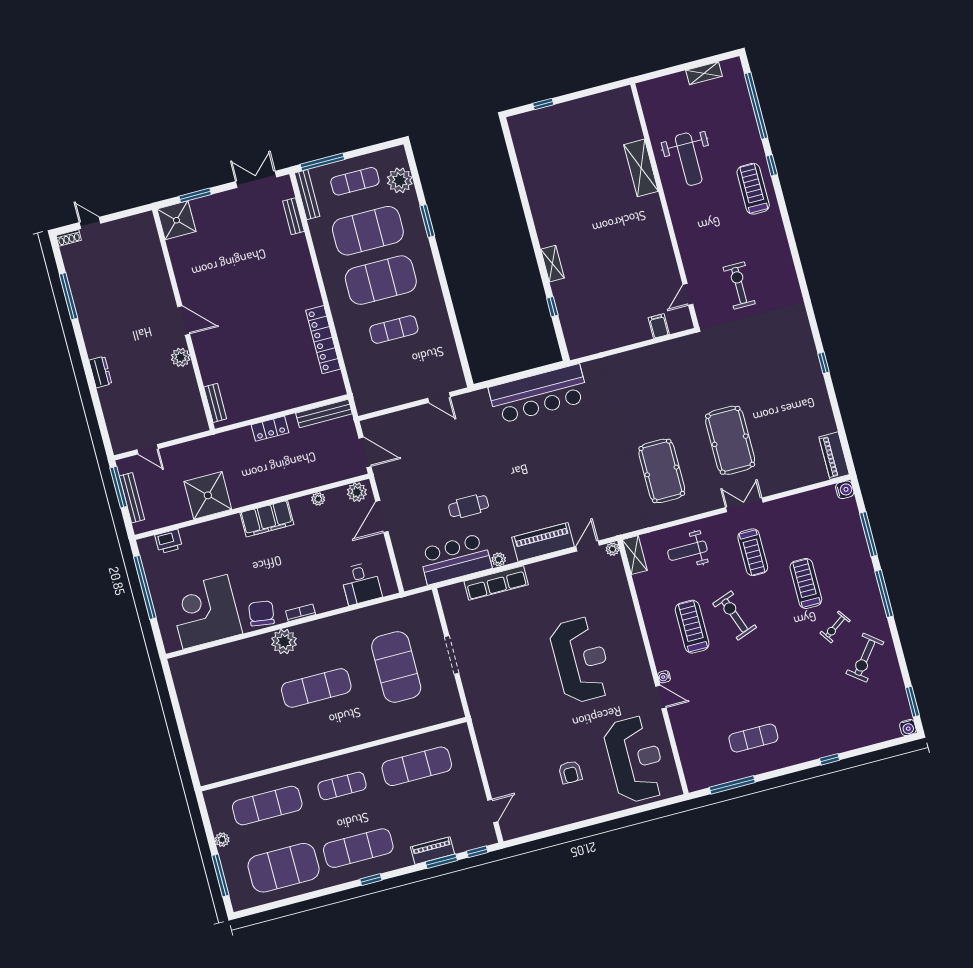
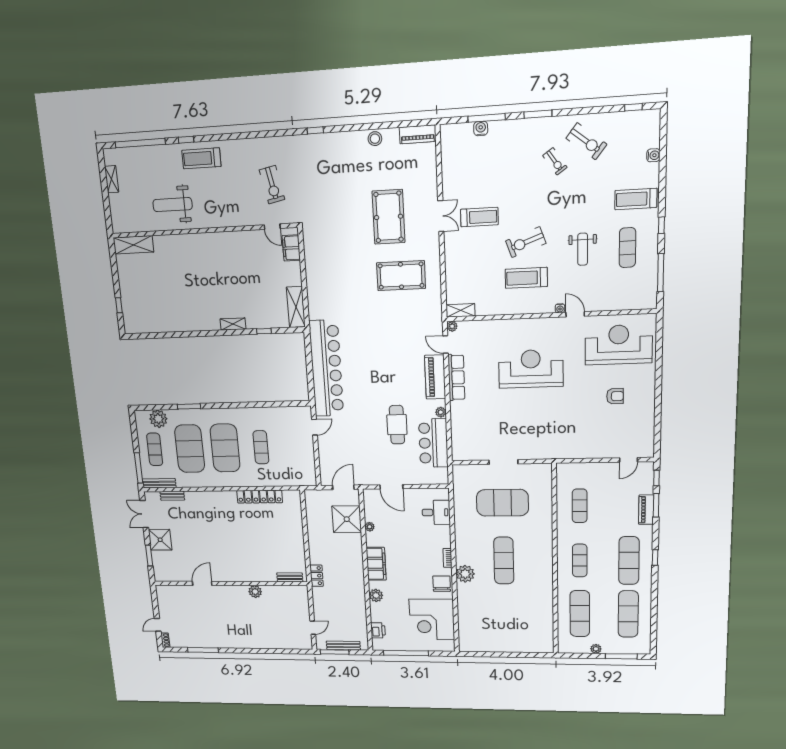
weight bench: (689, 159) -> (173, 205), turned 180
shelving: (641, 168) -> (133, 245), moved
shower: (176, 220) -> (160, 540), moved
exercise bike: (739, 285) -> (272, 185), turned -102
door: (184, 320) -> (202, 583), moved
filing cabinet: (659, 326) -> (291, 248), width x2.00
shelving: (593, 343) -> (296, 307), added
window: (823, 363) -> (315, 130), moved
dresser: (100, 372) -> (256, 644), removed
bar counter: (539, 394) -> (326, 368), width x1.36
stool: (819, 404) -> (375, 139), added
bench: (324, 413) -> (311, 508), removed
locker: (270, 429) -> (317, 576), moved
pool table: (730, 440) -> (389, 217), turned 90
water cooler: (845, 490) -> (481, 128), moved
plant: (357, 492) -> (376, 595), moved
shower: (208, 495) -> (347, 519), moved
double door: (744, 505) -> (441, 216), swing flipped
cafe table: (469, 506) -> (397, 425), width x1.37, depth x1.35
weight bench: (687, 551) -> (583, 249), moved
row of seats: (496, 583) -> (456, 377), moved
treadmill: (806, 583) -> (636, 199), moved
window: (884, 594) -> (538, 114), width x0.69
chair: (261, 613) -> (442, 584), turned 82
door: (661, 697) -> (575, 314), hinge flipped
window: (912, 702) -> (633, 107), width x0.67
water cooler: (908, 728) -> (653, 155), moved
window: (830, 759) -> (661, 225), moved
exercise mat: (417, 766) -> (580, 506), width x0.73, depth x0.69
door: (493, 811) -> (629, 460), swing flipped
exercise mat: (284, 868) -> (628, 614), width x0.68

